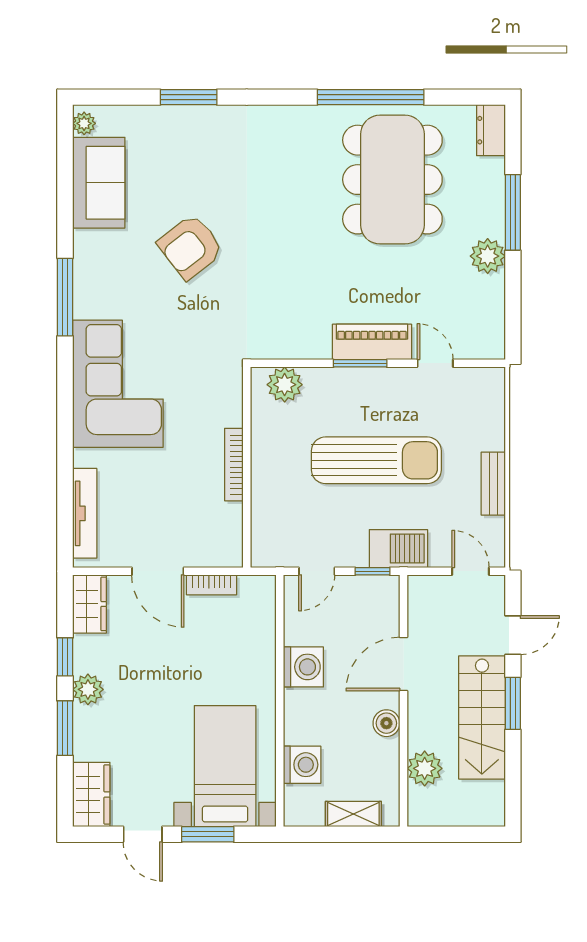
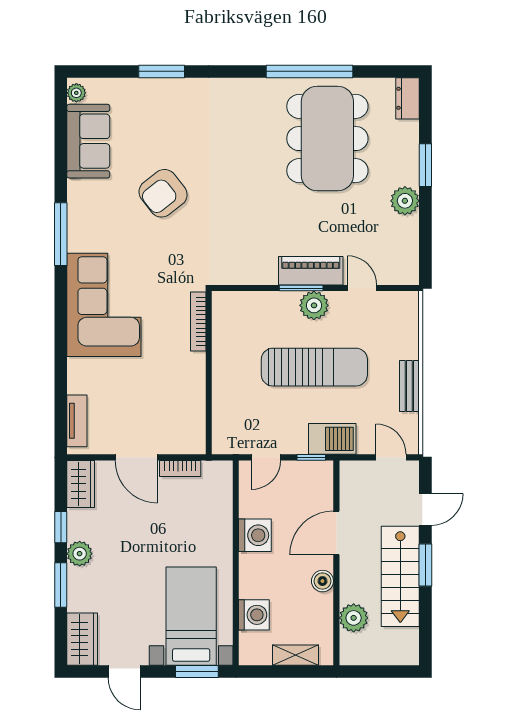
window: (513, 212) -> (425, 165), width x0.69
plant: (285, 385) -> (314, 305), moved
bookcase: (234, 465) -> (198, 321), moved
tv unit: (85, 513) -> (77, 421), width x0.71
window: (208, 834) -> (197, 671), moved

